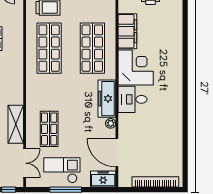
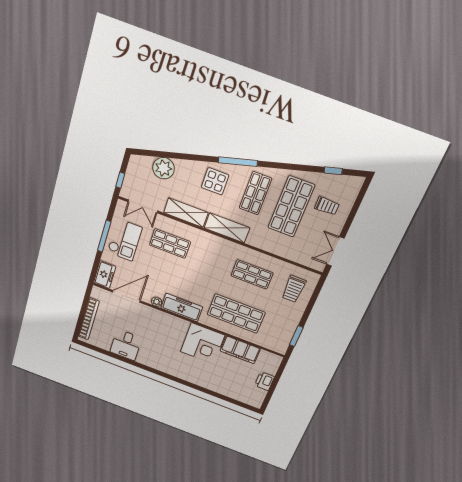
shop shelf: (49, 48) -> (252, 274), width x0.70, depth x0.74
shelving: (16, 85) -> (227, 228), added
desk: (132, 99) -> (126, 345), moved, turned 180

